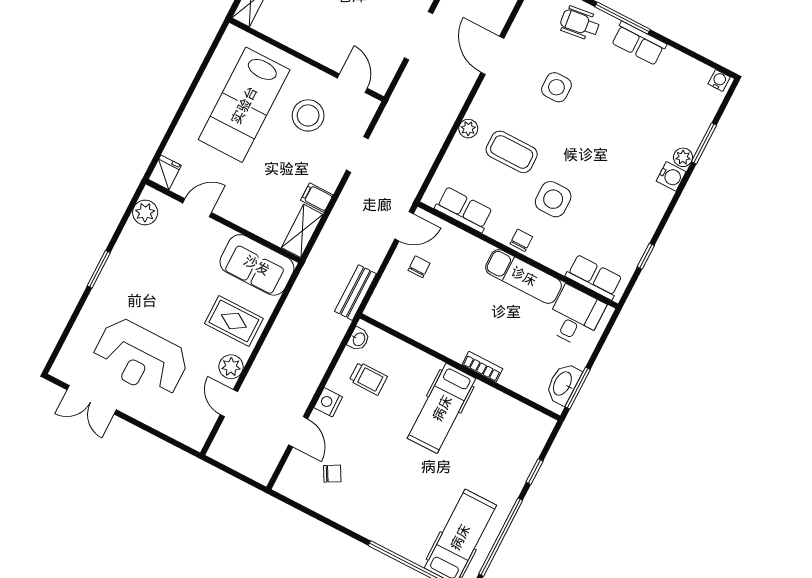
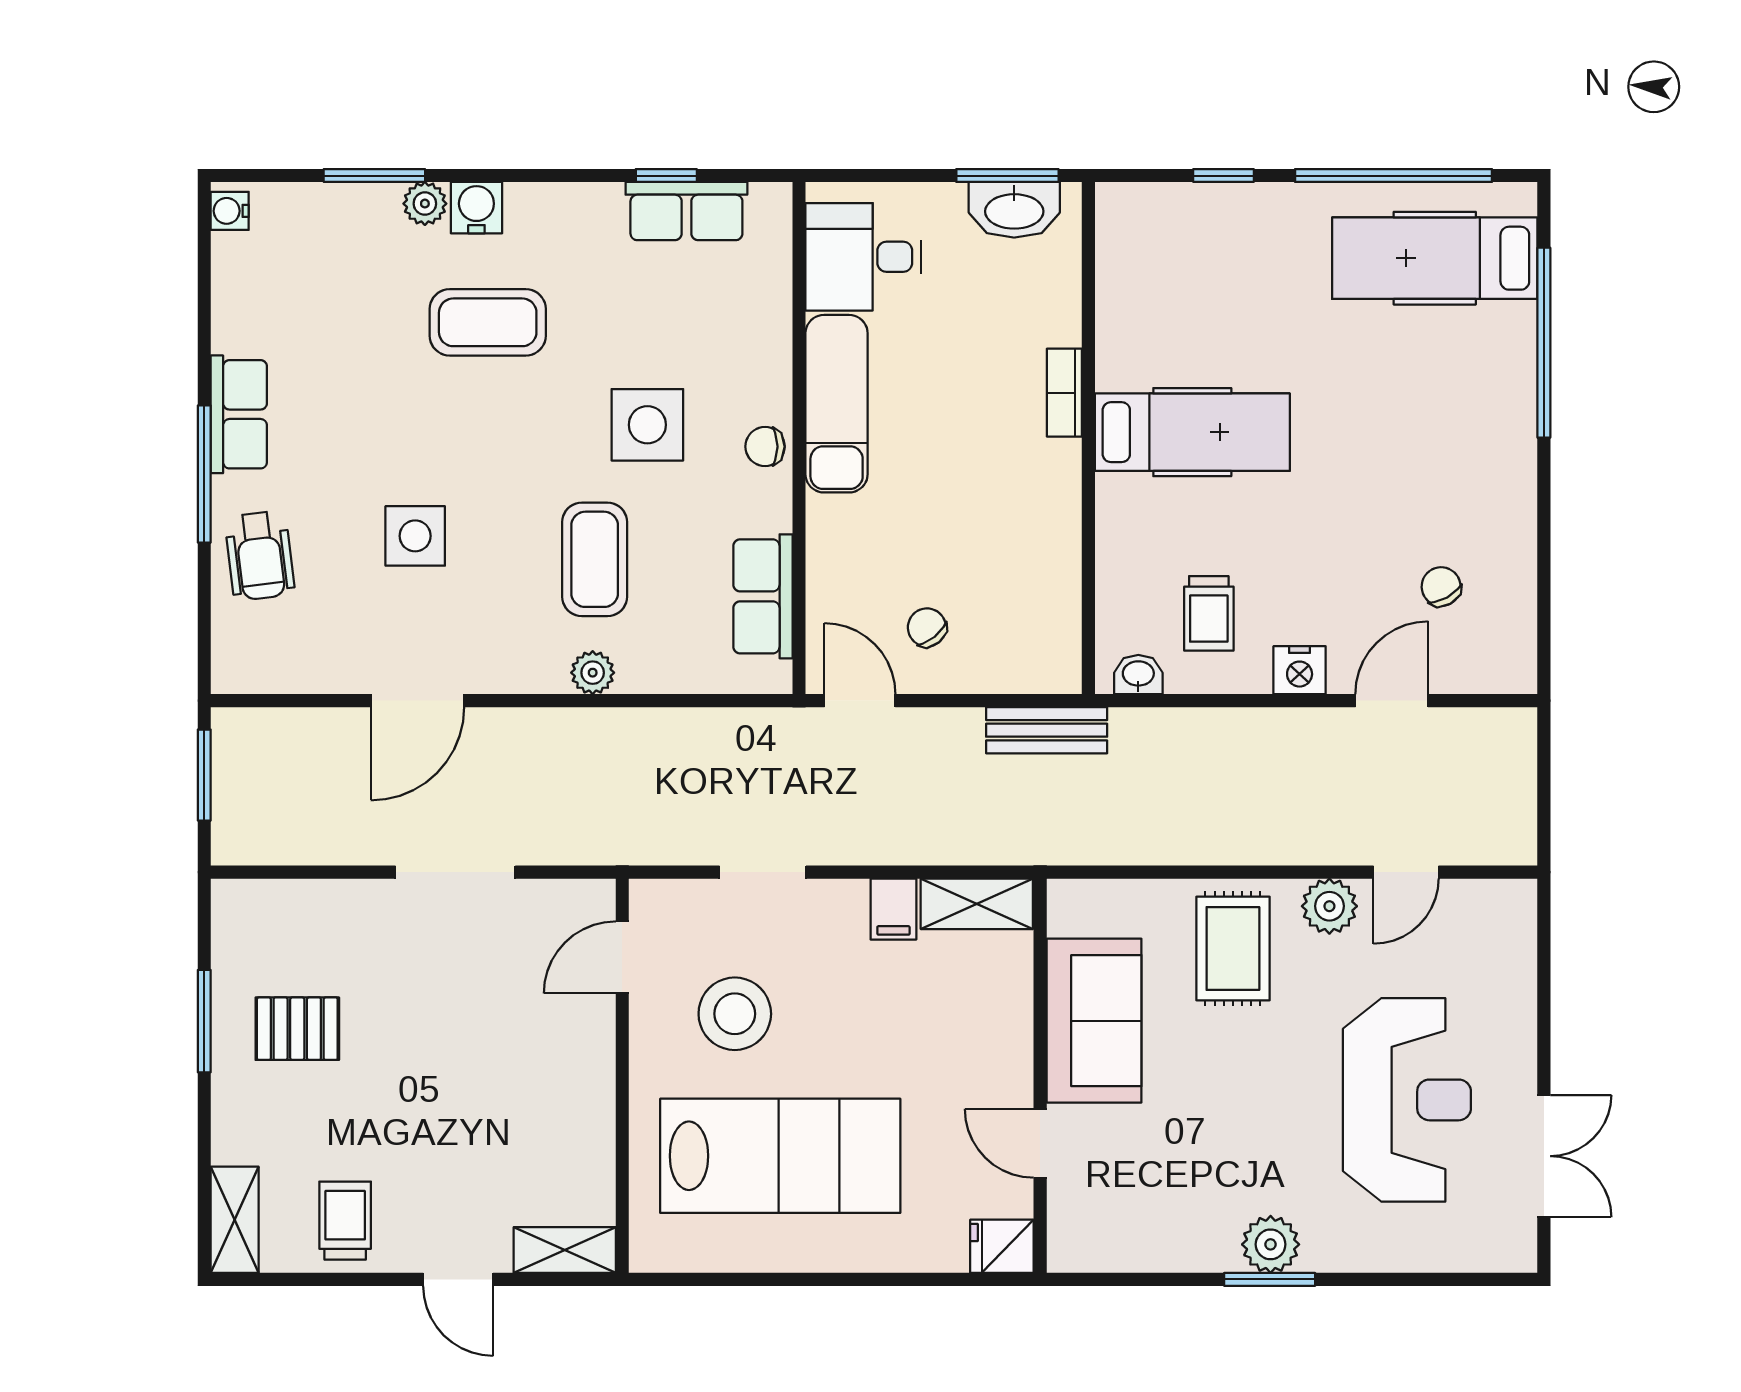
coffee table: (625, 158) -> (488, 322), added
plant: (145, 212) -> (1271, 1244), moved
sofa: (257, 265) -> (1094, 1021), moved
chair: (419, 267) -> (927, 627), turned 51
row of seats: (594, 277) -> (686, 211), moved, turned -90
trolley: (368, 379) -> (1209, 613), turned 180

